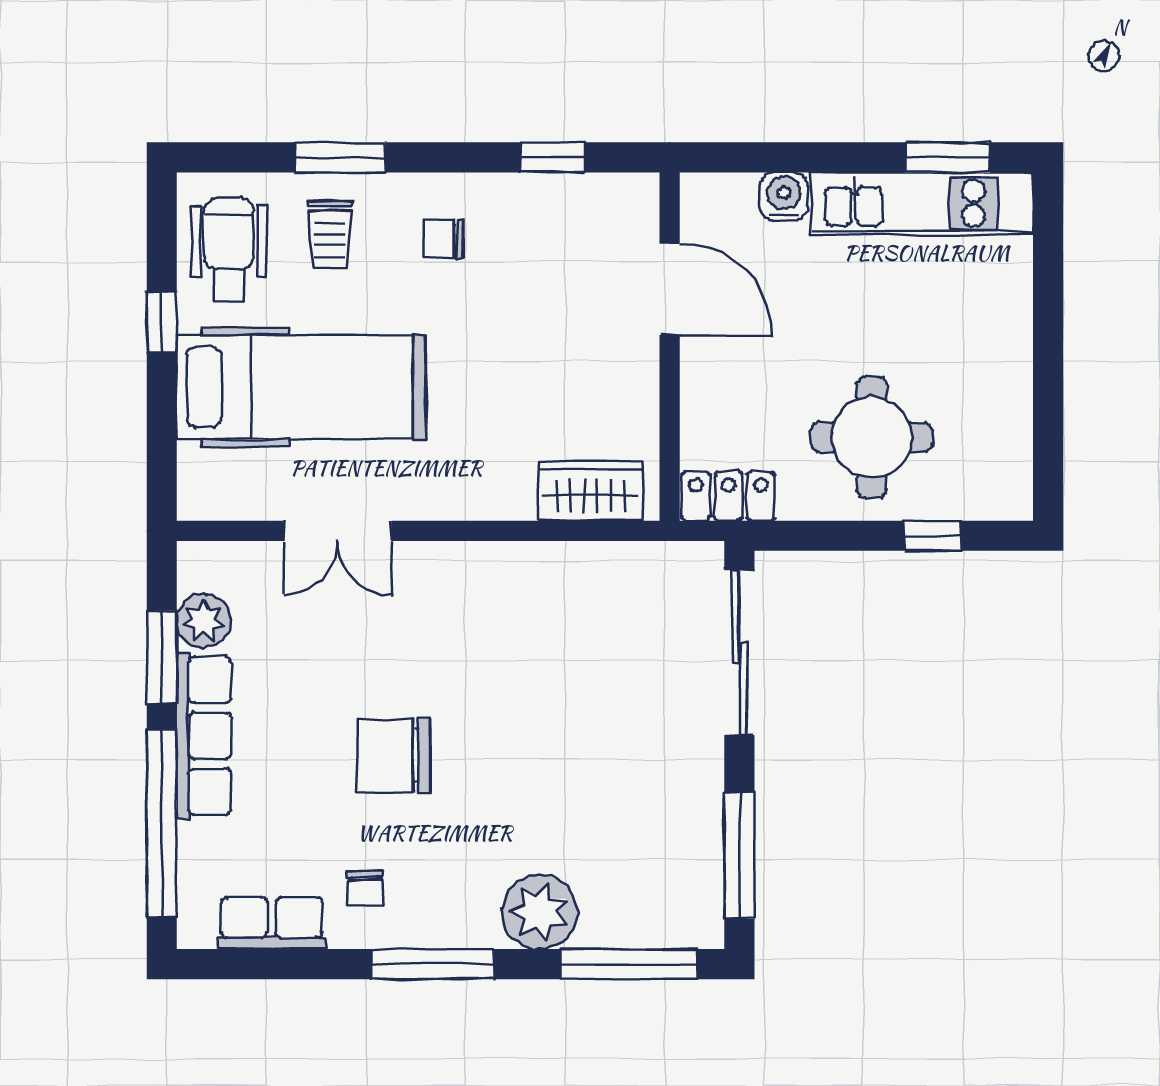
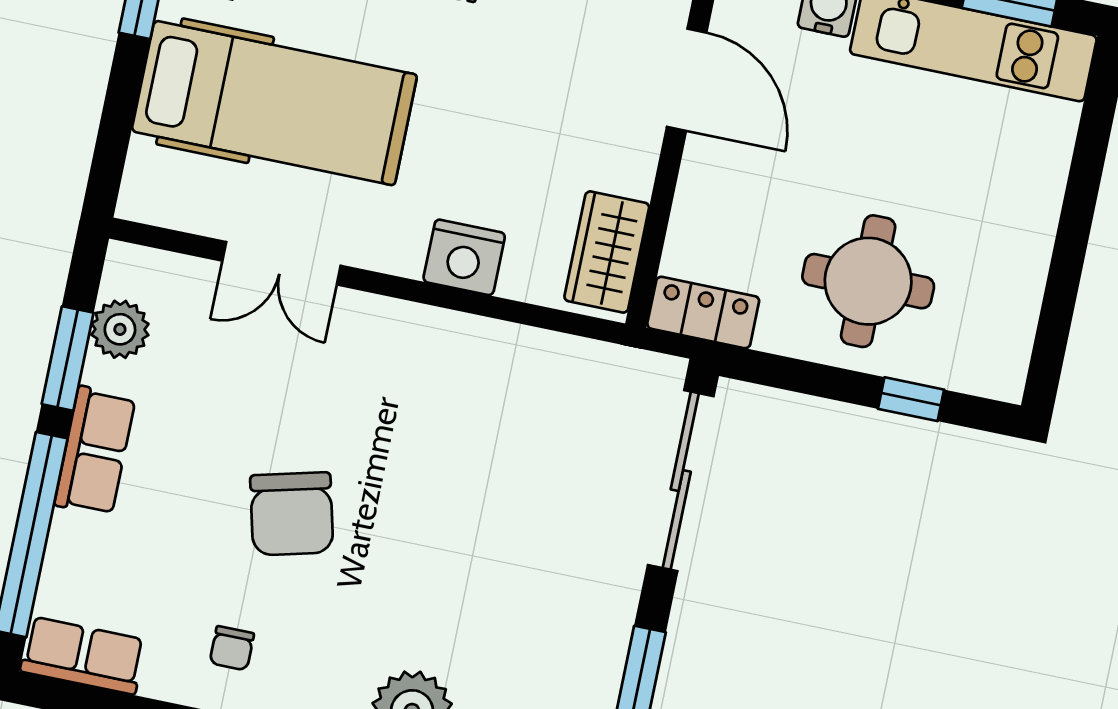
nightstand: (502, 491) -> (464, 257), added
wardrobe: (591, 491) -> (607, 252), moved, turned -90
row of seats: (204, 736) -> (95, 451), width x0.68
chair: (394, 756) -> (292, 514), turned -104
row of seats: (272, 923) -> (83, 656), moved

